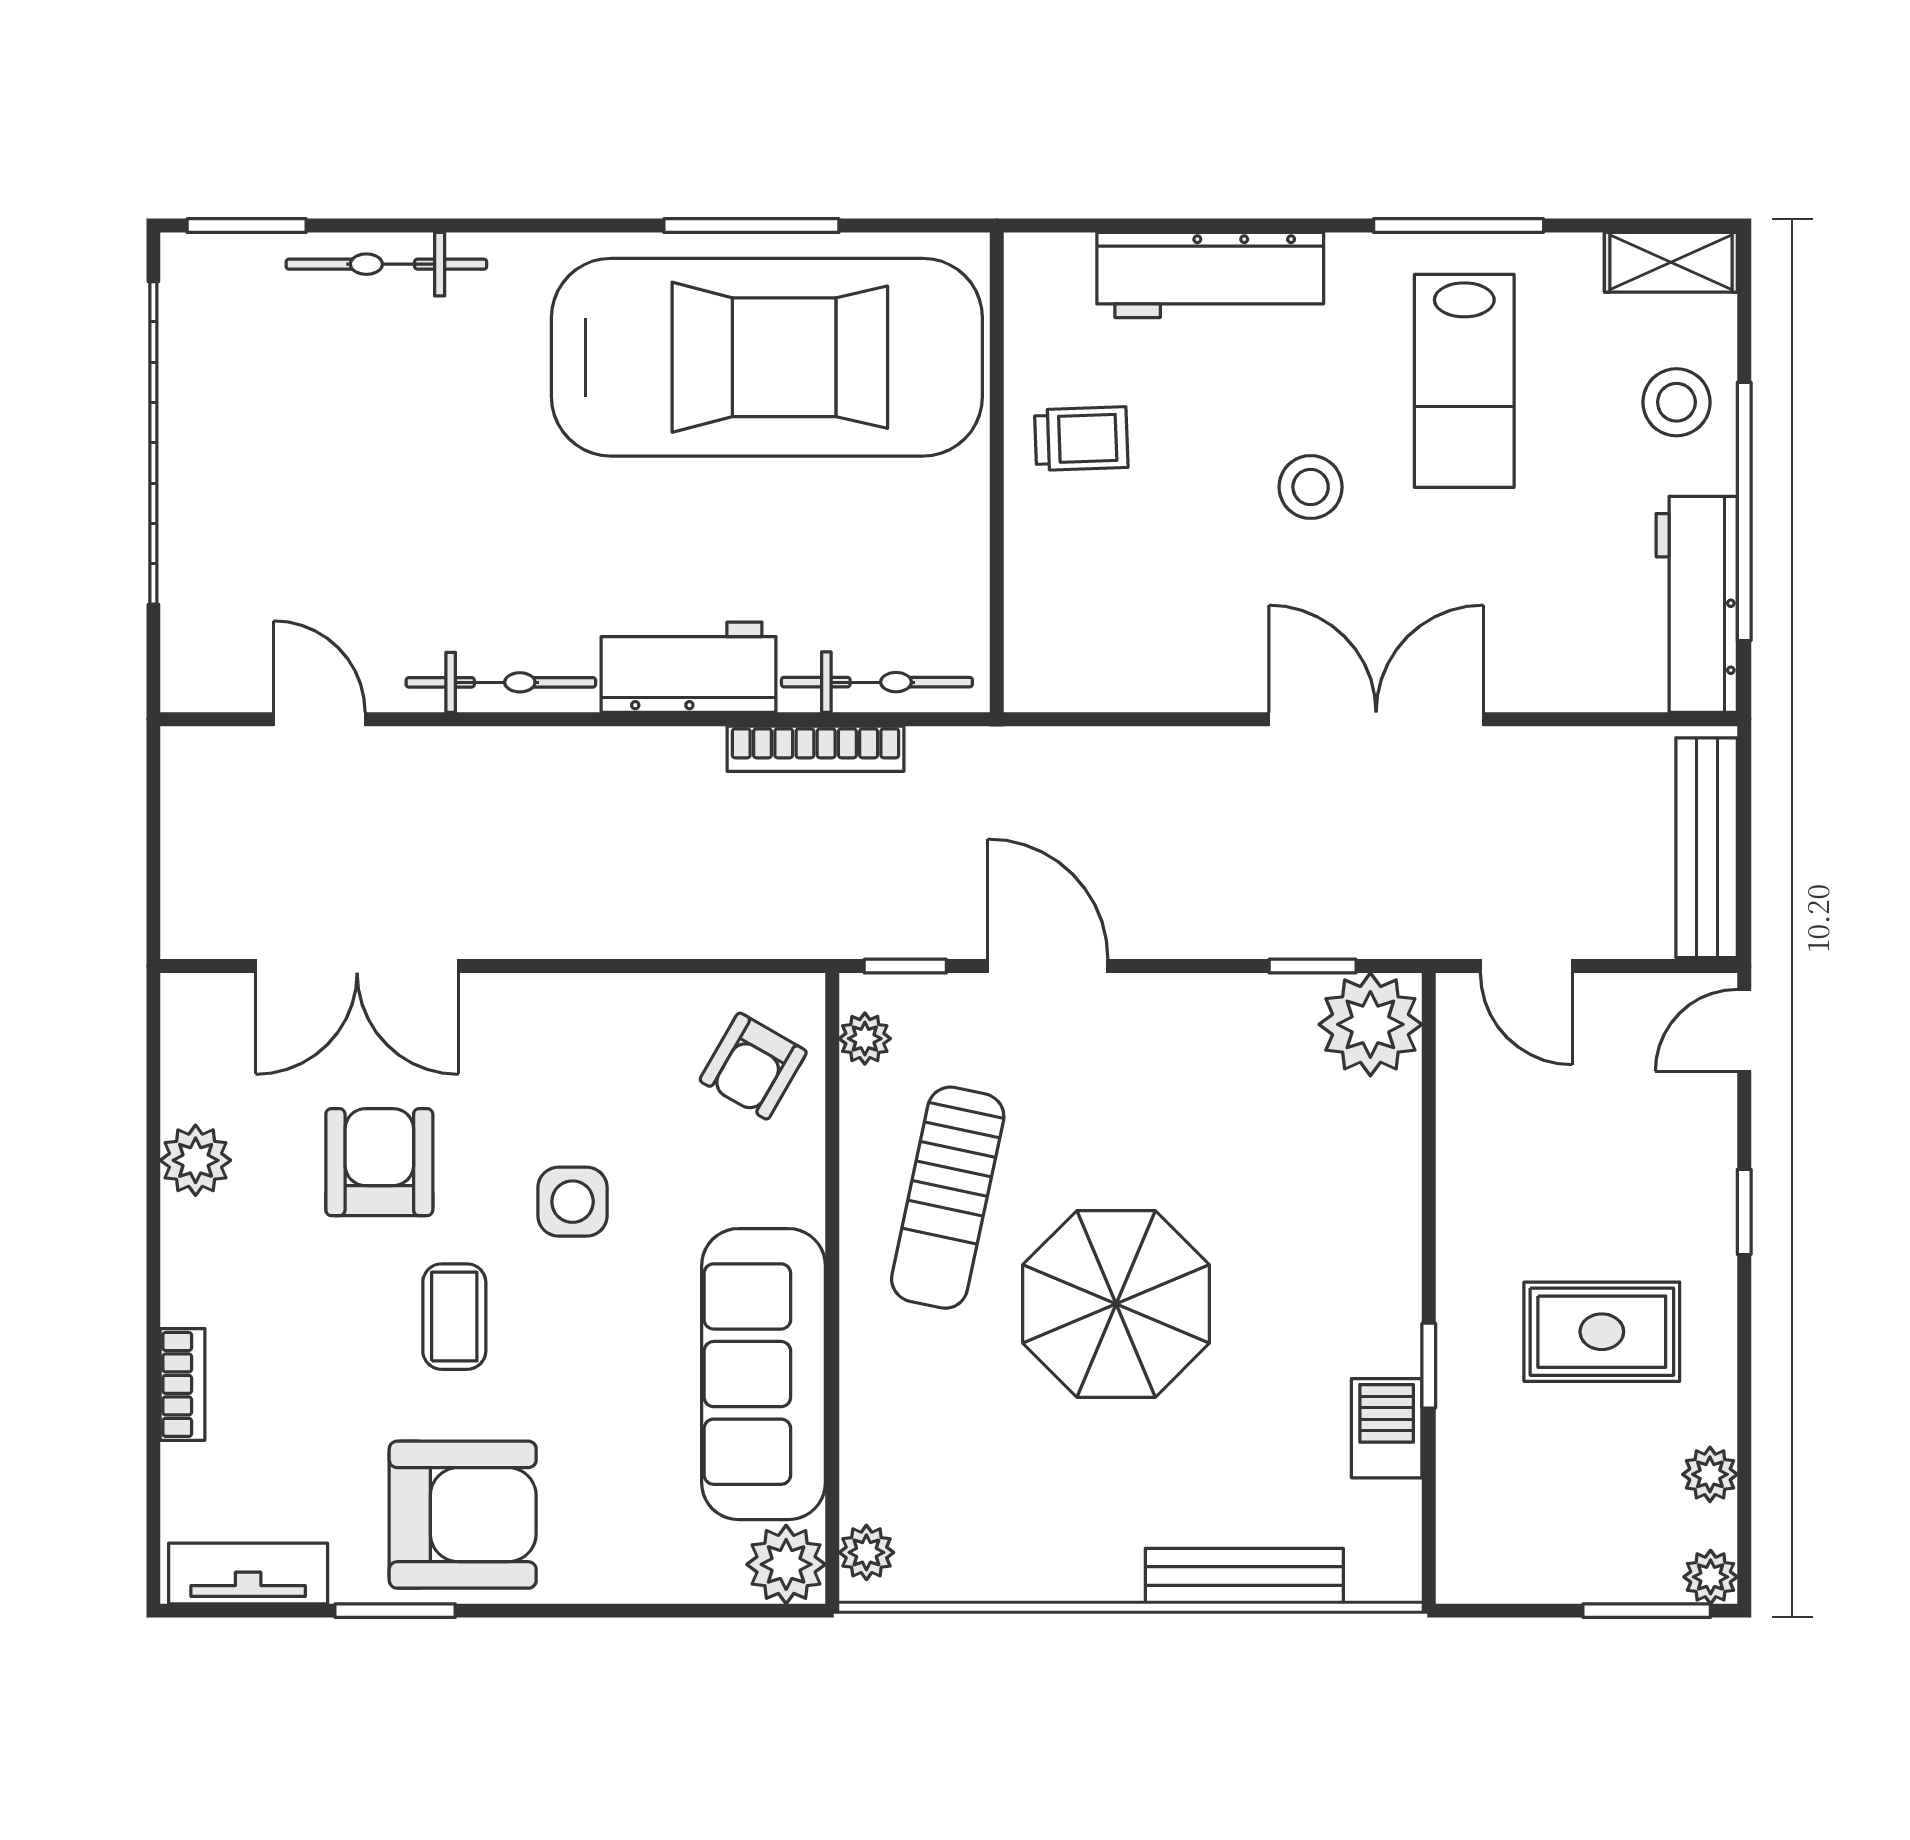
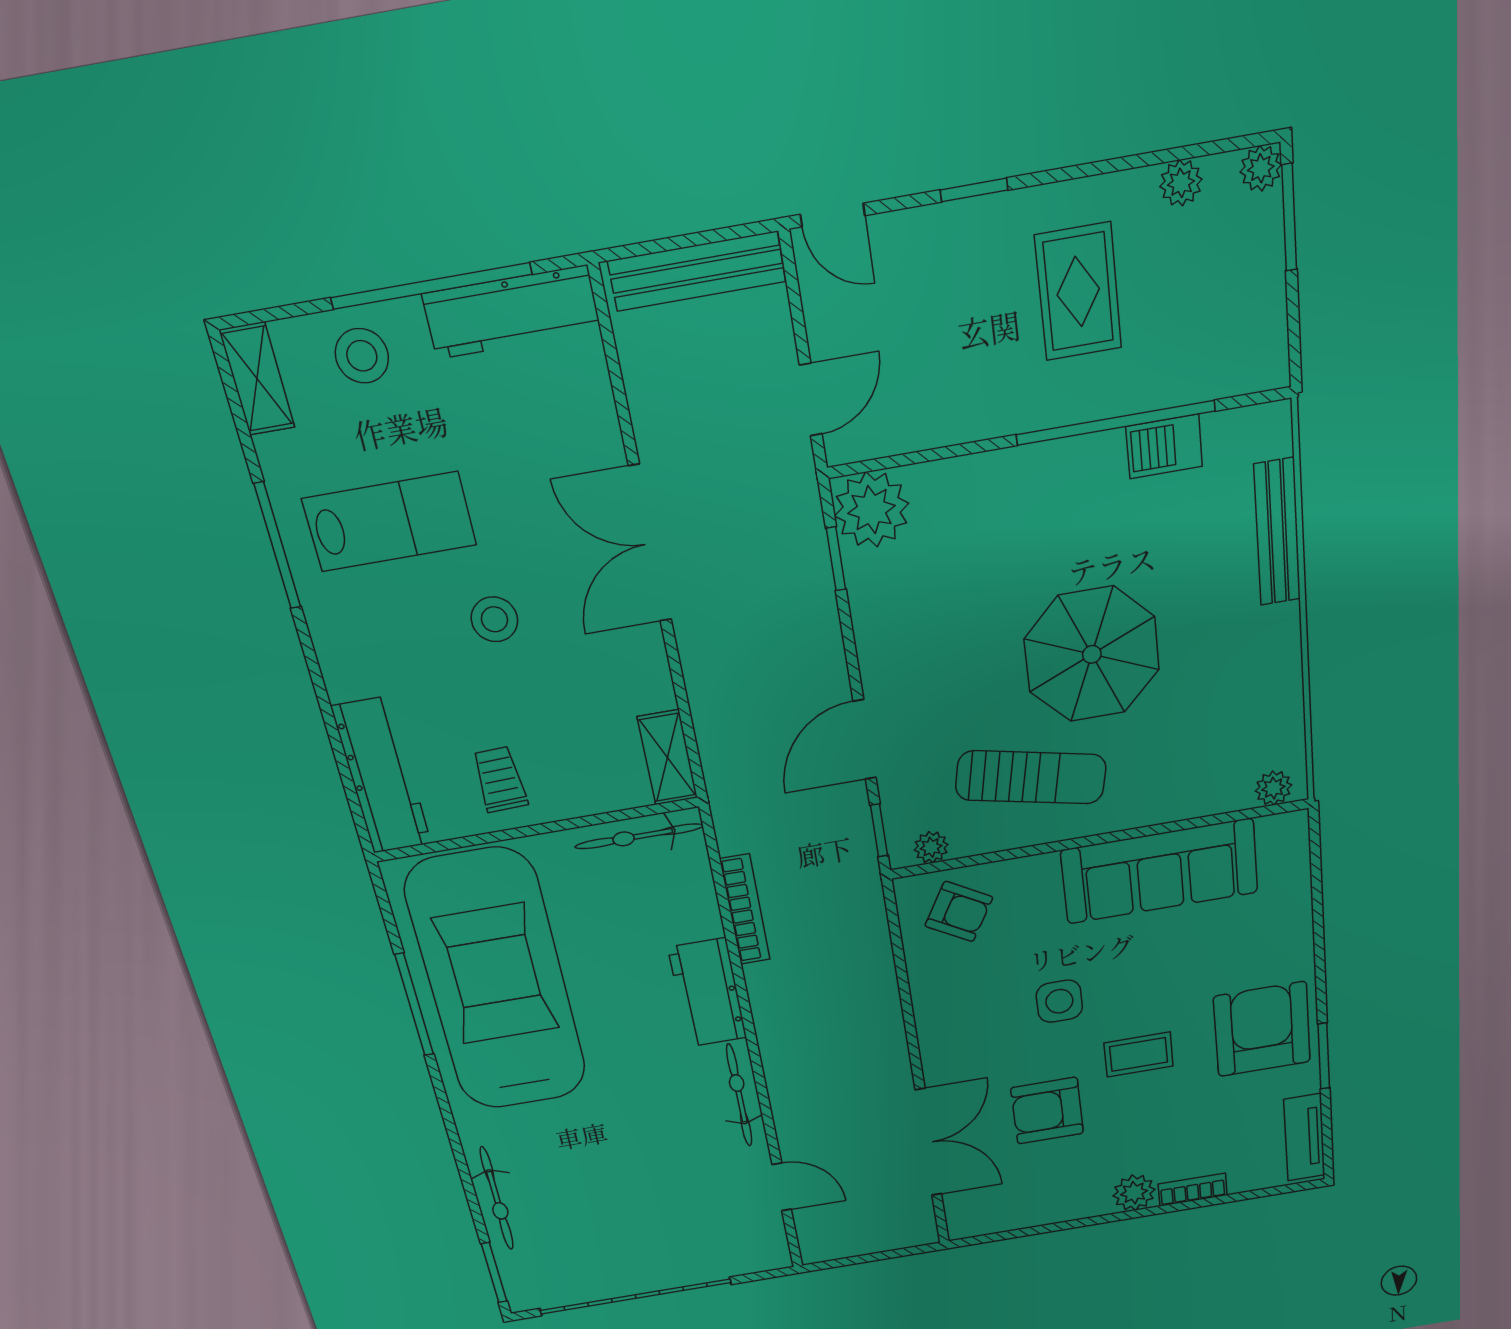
workbench: (1210, 275) -> (382, 776), moved
bicycle: (877, 682) -> (639, 836), moved, turned -90
shelving: (1071, 682) -> (667, 757), added
door: (319, 719) -> (782, 1187), swing flipped
plant: (196, 1160) -> (1134, 1193), moved
window: (1429, 1366) -> (1116, 423), width x3.17
plant: (786, 1564) -> (1284, 836), removed

